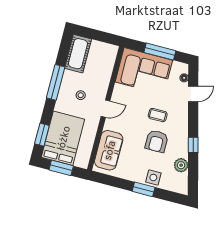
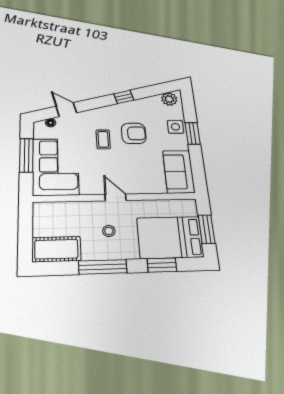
window: (42, 135) -> (162, 265), moved
sofa: (109, 150) -> (179, 172), moved, turned -90
plant: (181, 165) -> (169, 99), moved

